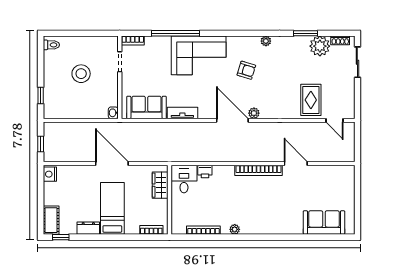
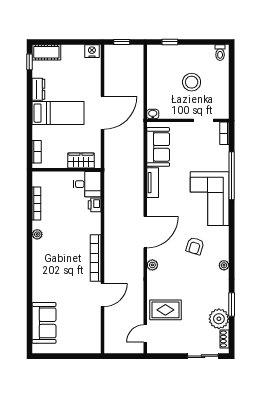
plant: (254, 113) -> (152, 265), moved

